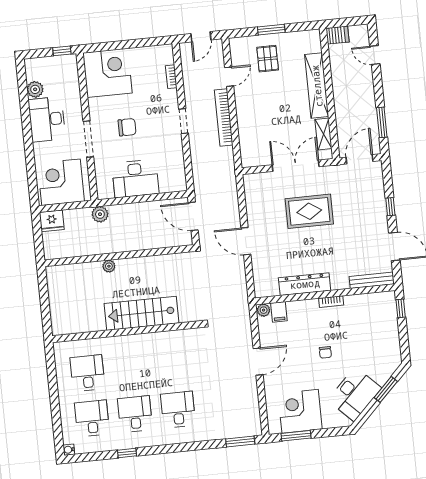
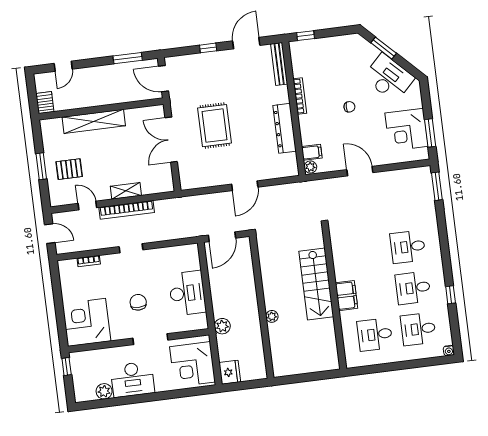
shelving: (323, 134) -> (126, 191), moved
bookcase: (331, 302) -> (300, 96), width x1.56
filing cabinet: (129, 344) -> (347, 296), added

